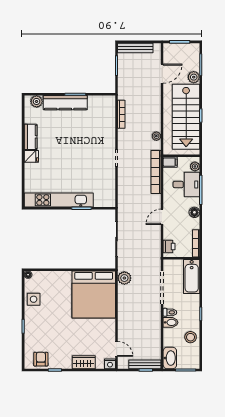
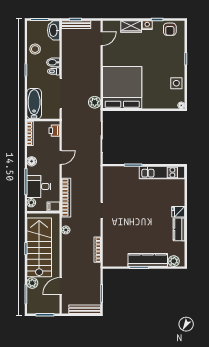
kitchen unit: (59, 200) -> (162, 173), width x0.73
door: (117, 349) -> (102, 38), swing flipped
nightstand: (110, 364) -> (147, 25), moved

